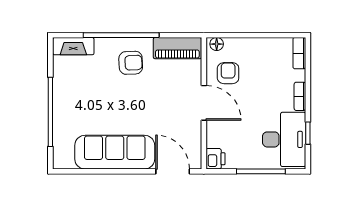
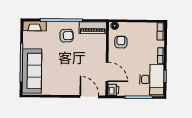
door: (204, 103) -> (107, 72), moved
sofa: (115, 152) -> (32, 71), moved, turned 90

